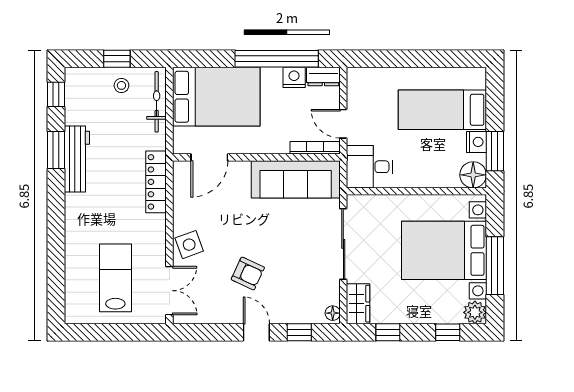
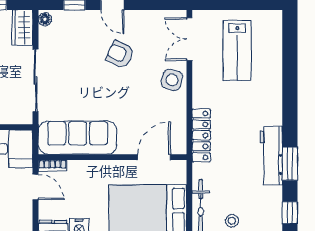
bookcase: (315, 148) -> (52, 166), width x0.64
side table: (189, 245) -> (172, 80), turned 35

